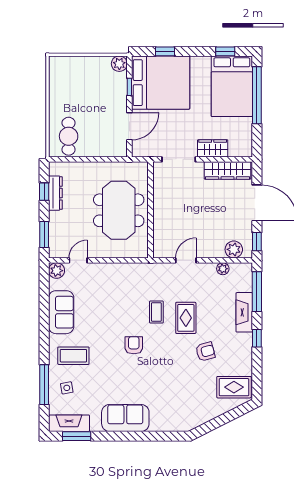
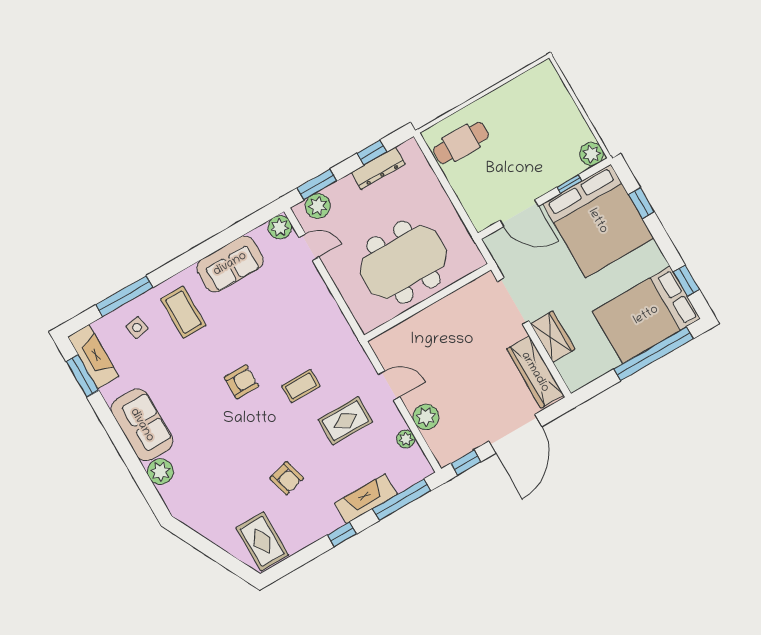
plant: (57, 241) -> (318, 206), added
plant: (234, 249) -> (426, 417), moved
rug: (186, 318) -> (345, 421), moved
plant: (159, 423) -> (160, 472), added

